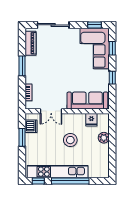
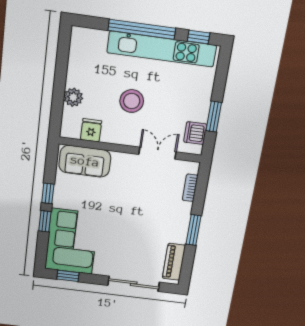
window: (112, 48) -> (45, 221), moved
sofa: (87, 101) -> (85, 161), width x0.73

